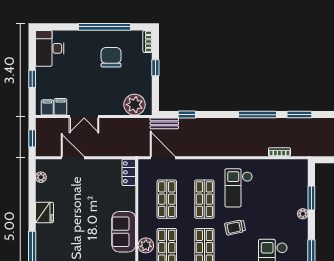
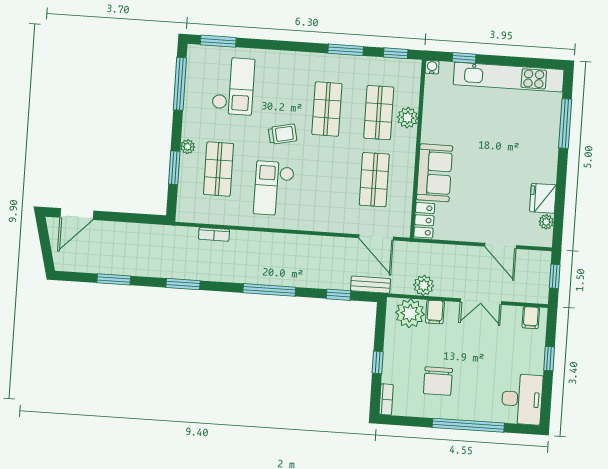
window: (105, 27) -> (468, 425), moved
filing cabinet: (60, 107) -> (435, 312), moved
window: (258, 115) -> (269, 290), moved
double door: (84, 117) -> (481, 302), swing flipped
plant: (126, 125) -> (424, 285), added
checkout: (239, 188) -> (274, 189), turned 180
shop shelf: (204, 199) -> (219, 169), moved
fridge: (44, 212) -> (543, 198), moved
sofa: (124, 232) -> (435, 173), moved

